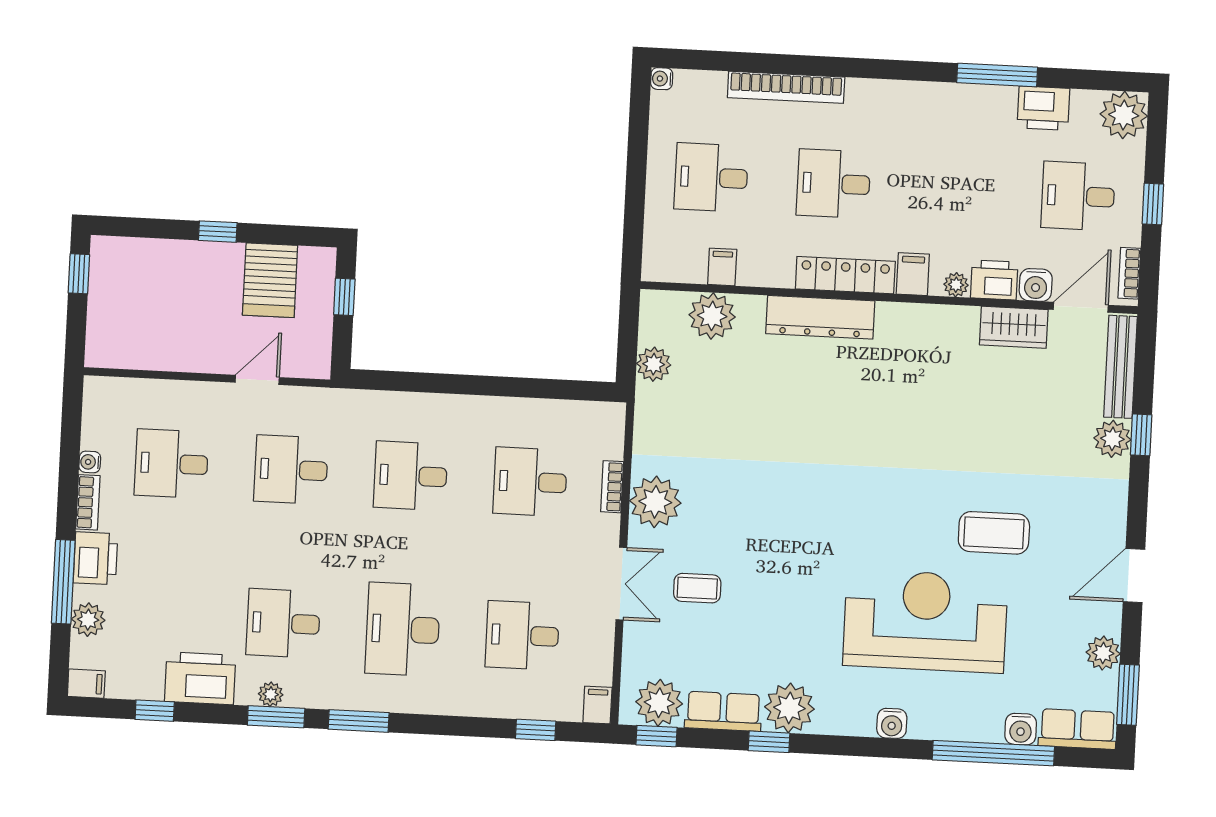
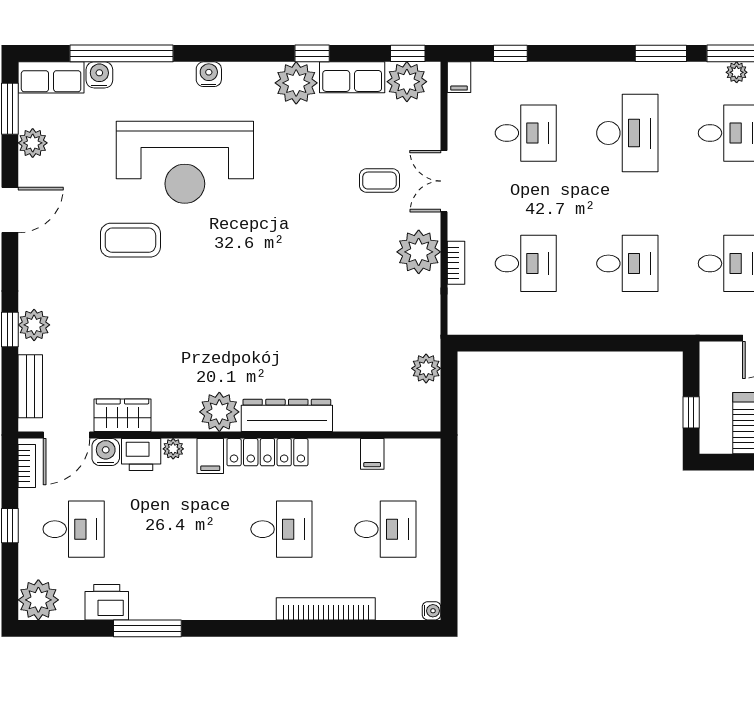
plant: (712, 316) -> (219, 412), moved
bench: (1121, 367) -> (30, 386), width x0.73

